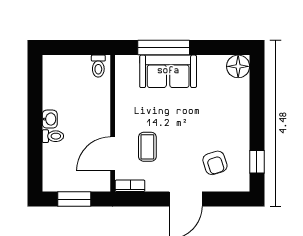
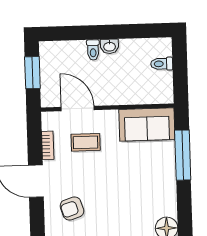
toilet: (98, 66) -> (162, 64), moved
sofa: (168, 71) -> (147, 124), moved, turned -90
bookcase: (130, 186) -> (48, 145), moved

